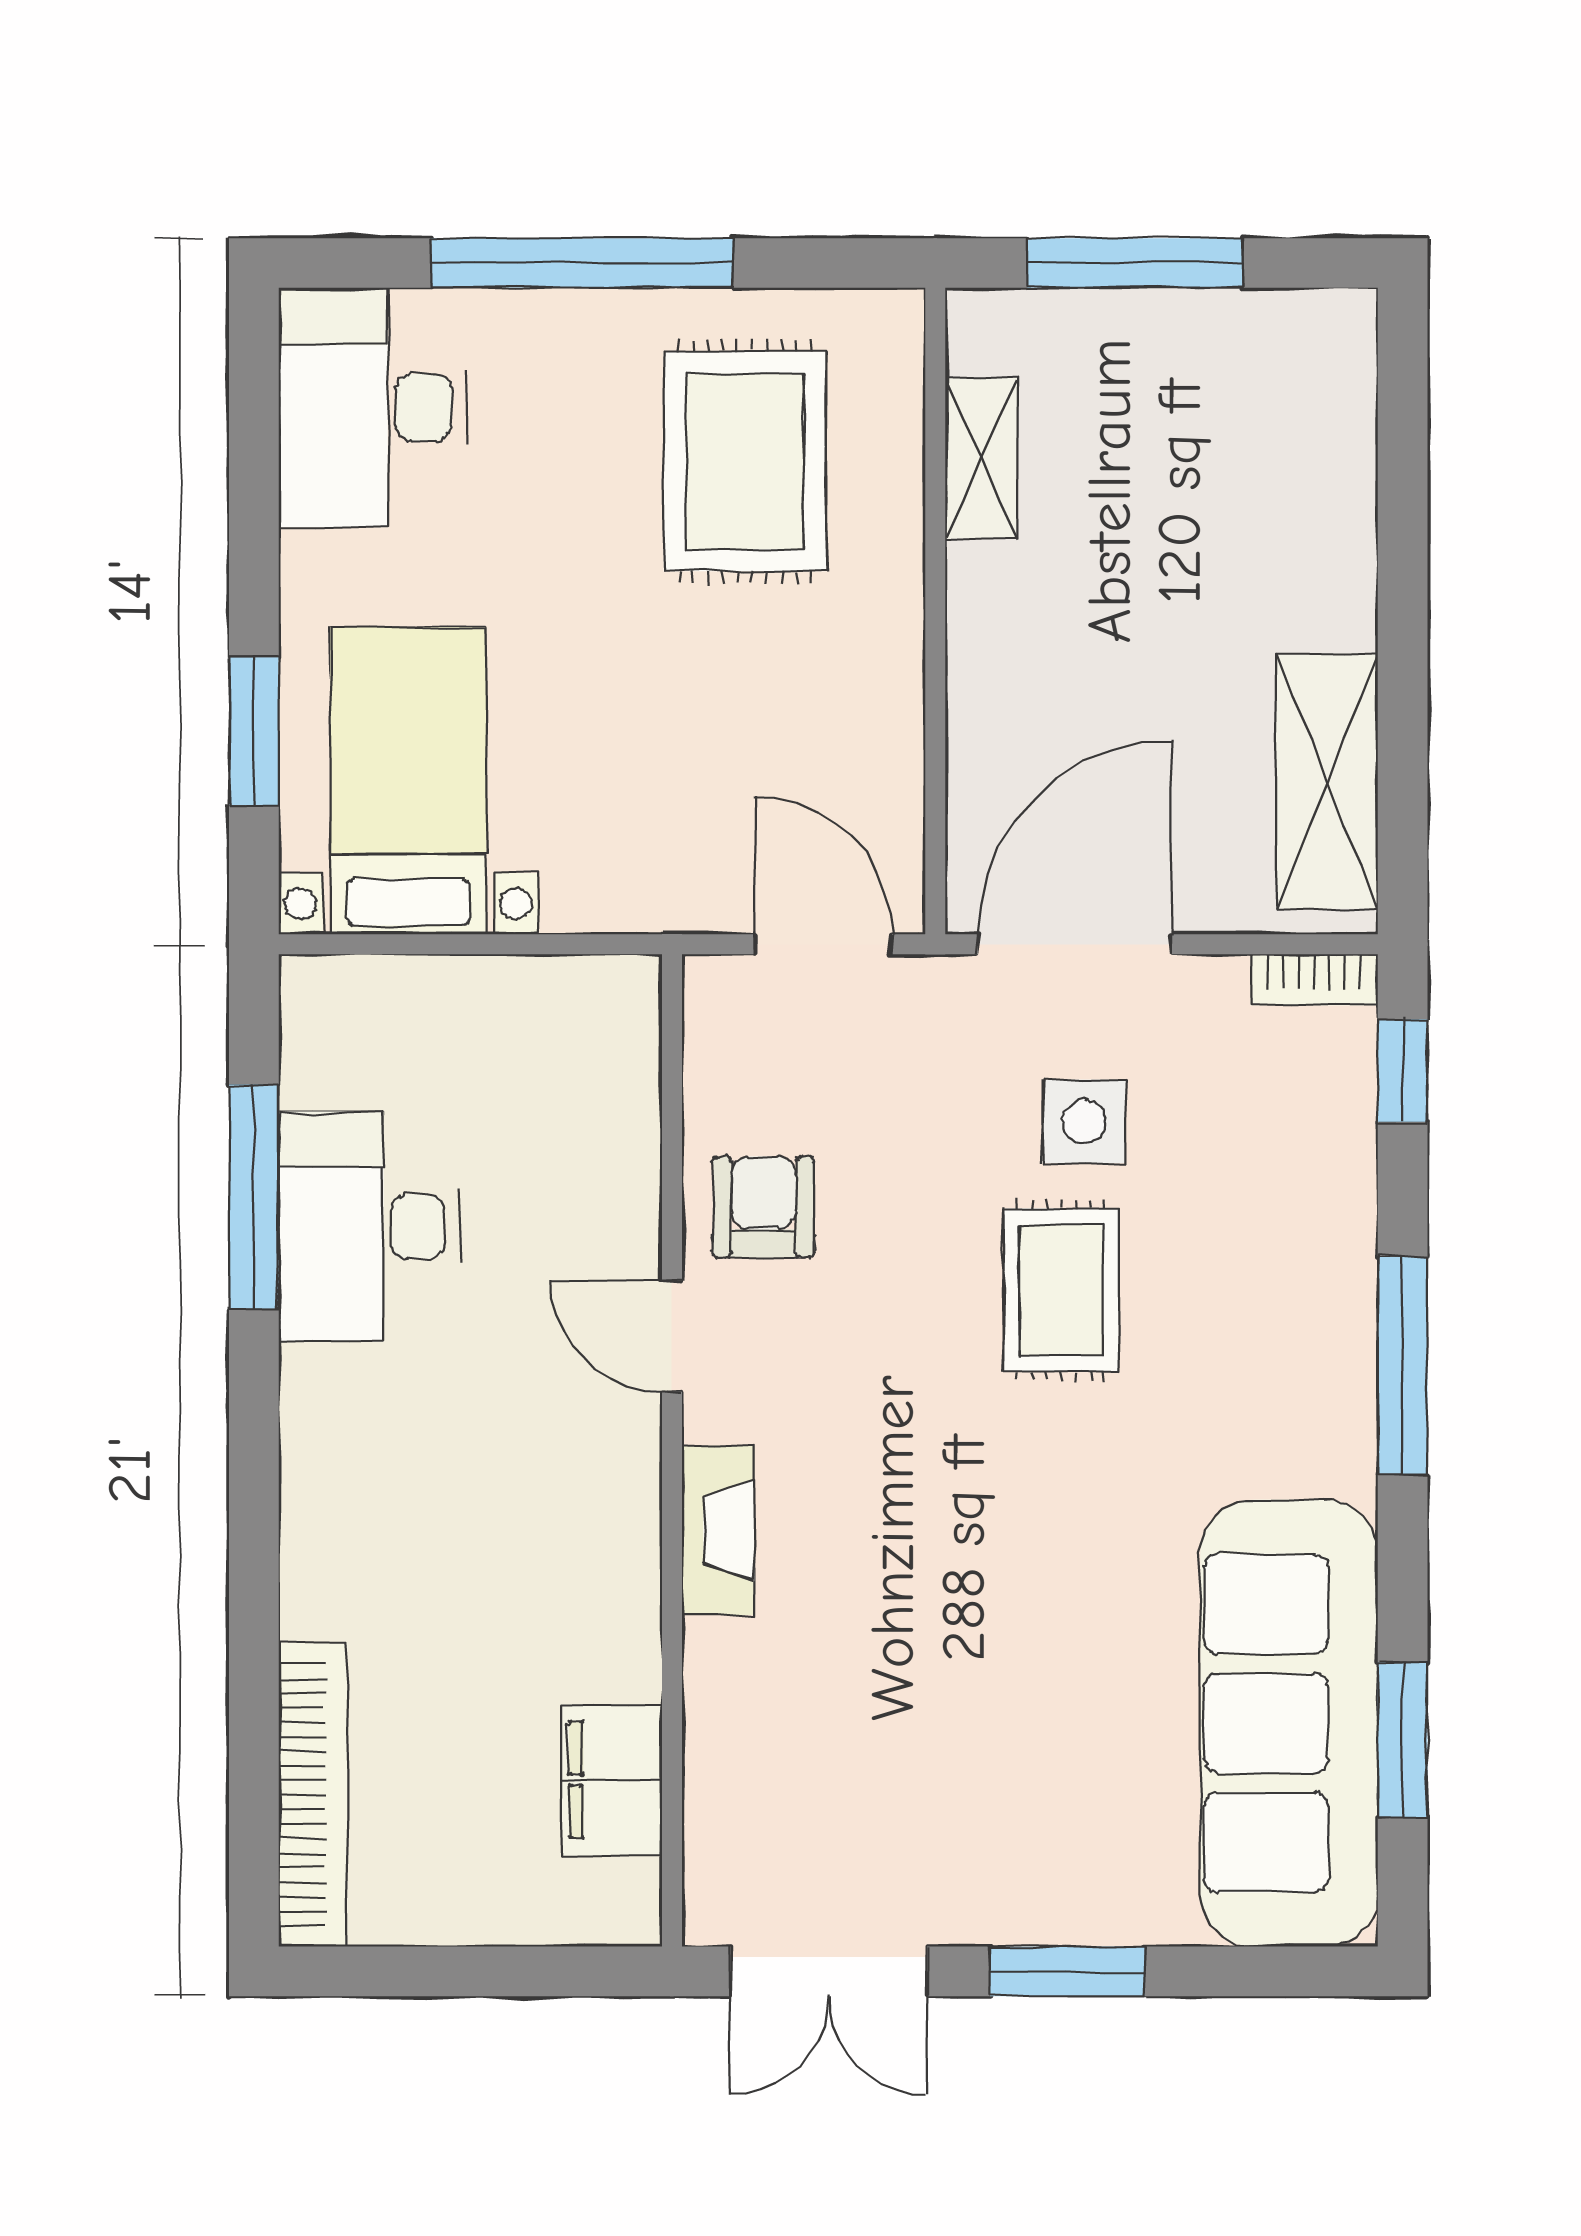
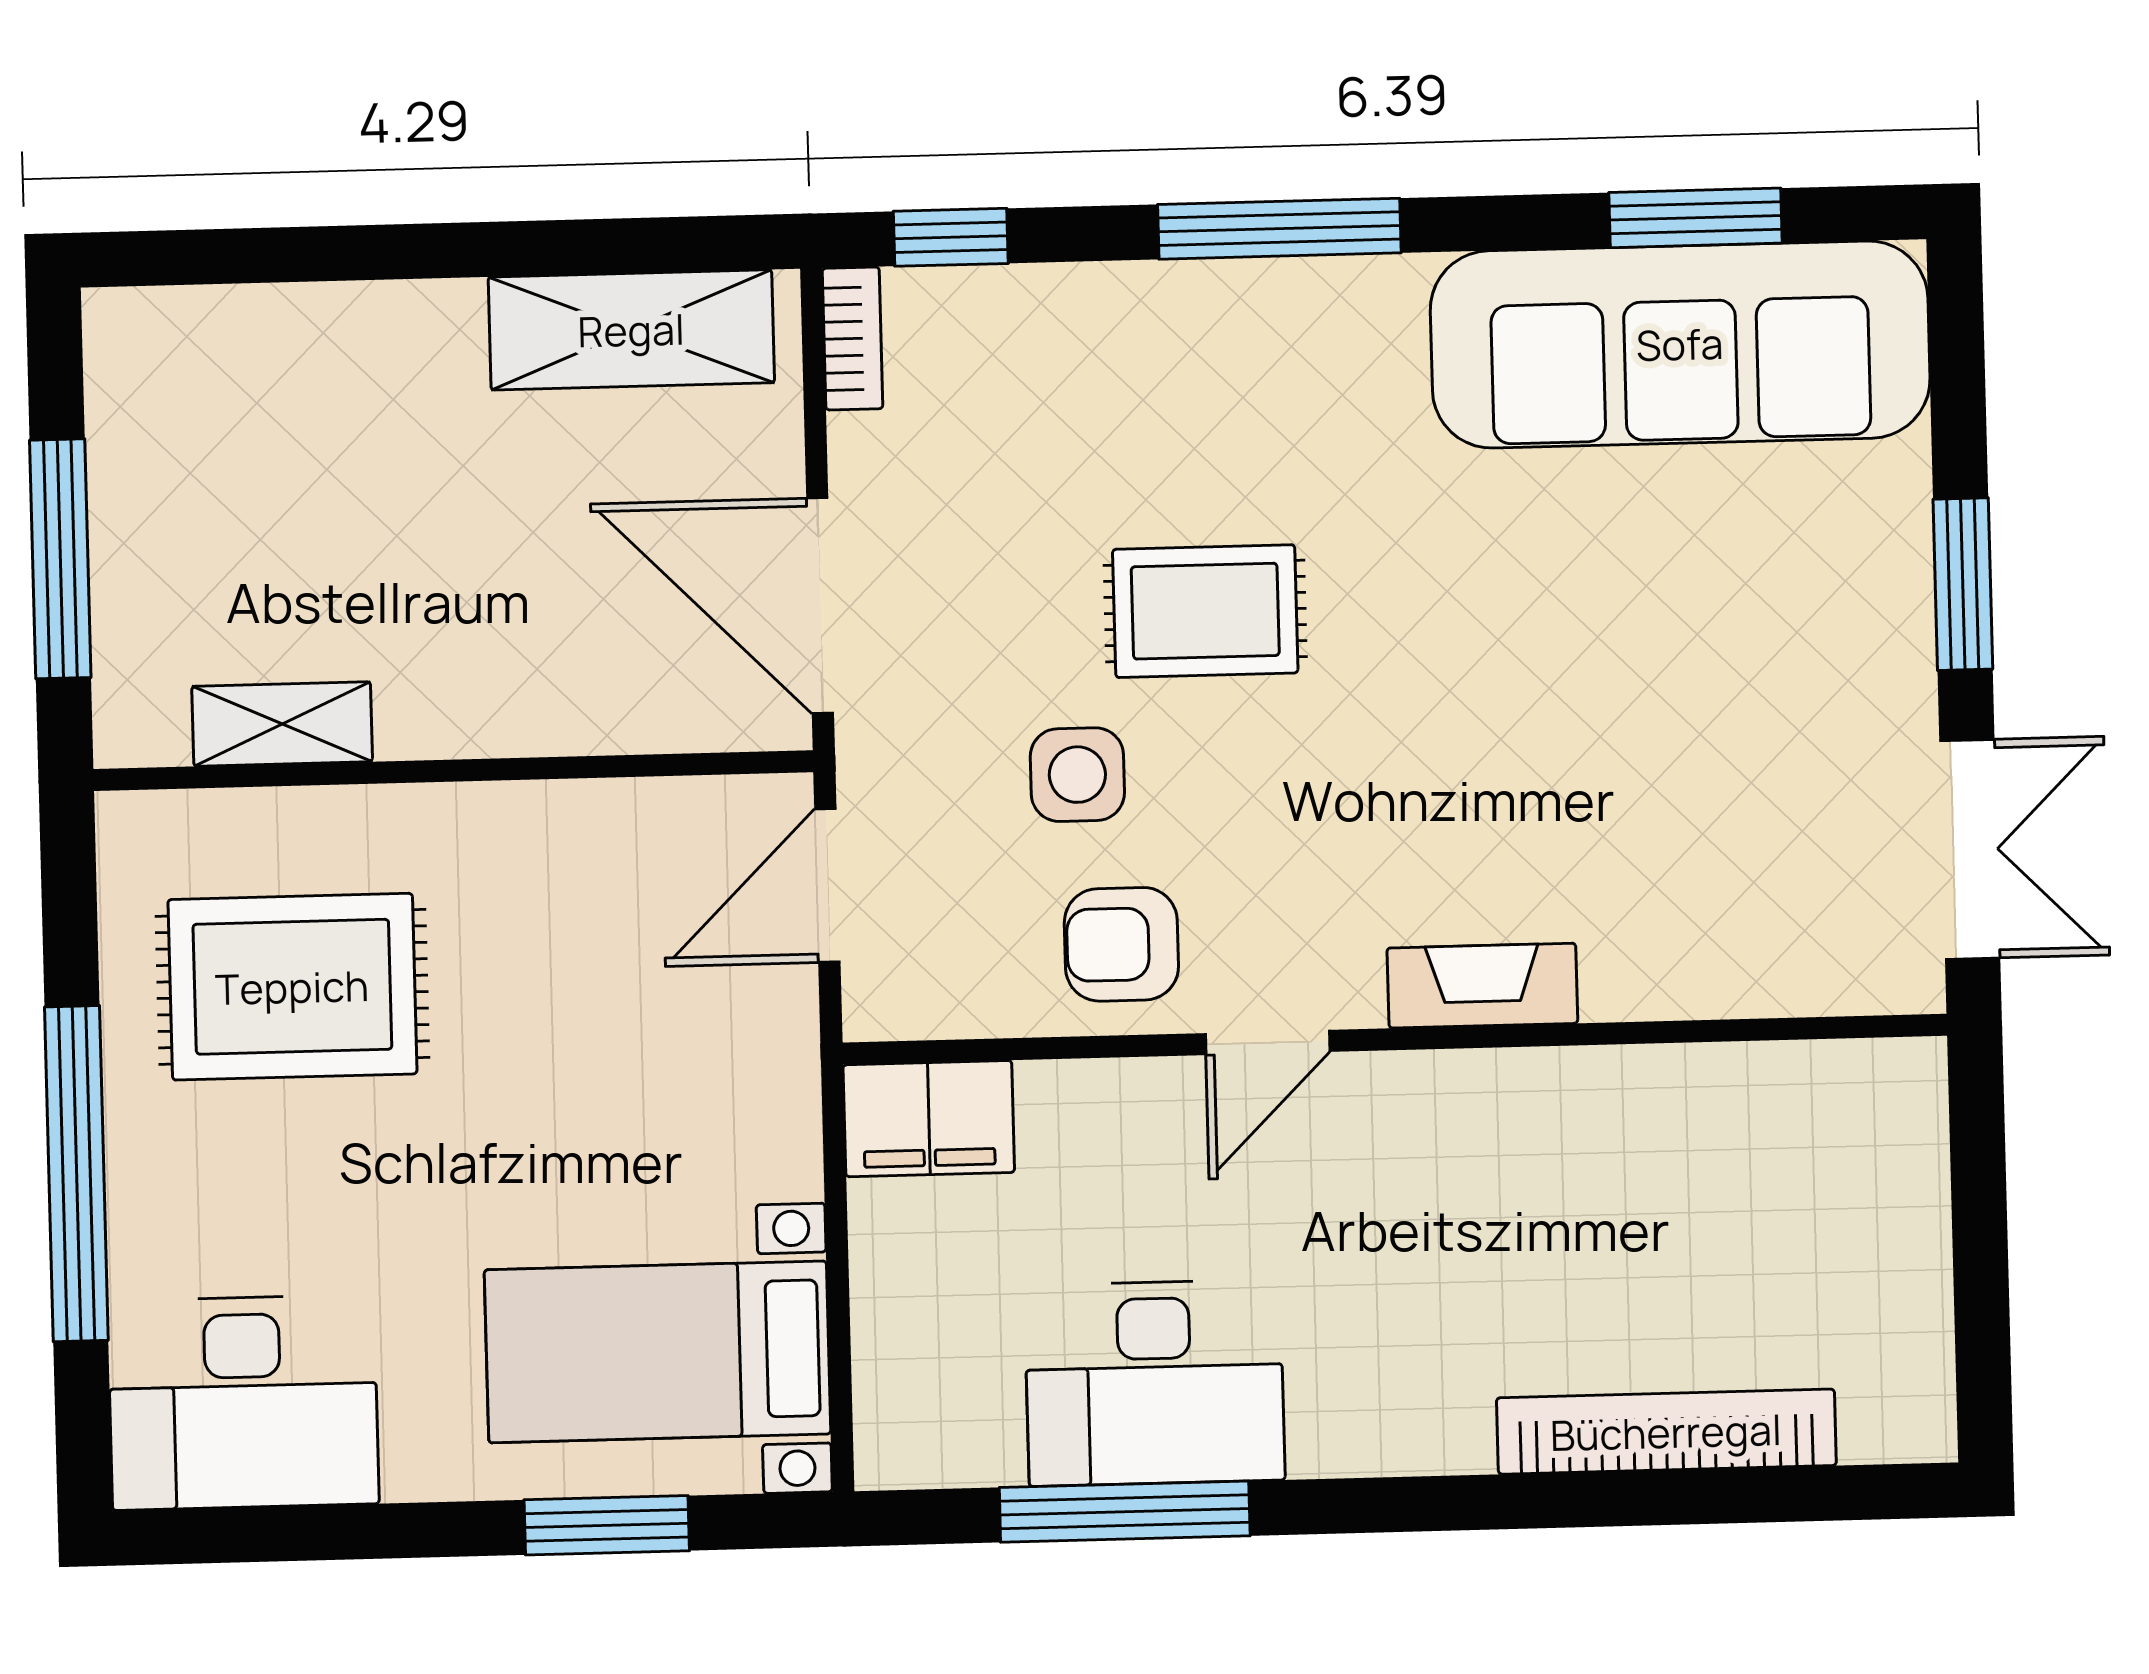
side table: (1084, 1121) -> (1077, 775), moved
filing cabinet: (612, 1780) -> (929, 1119), moved
bookcase: (313, 1795) -> (1666, 1432), moved

